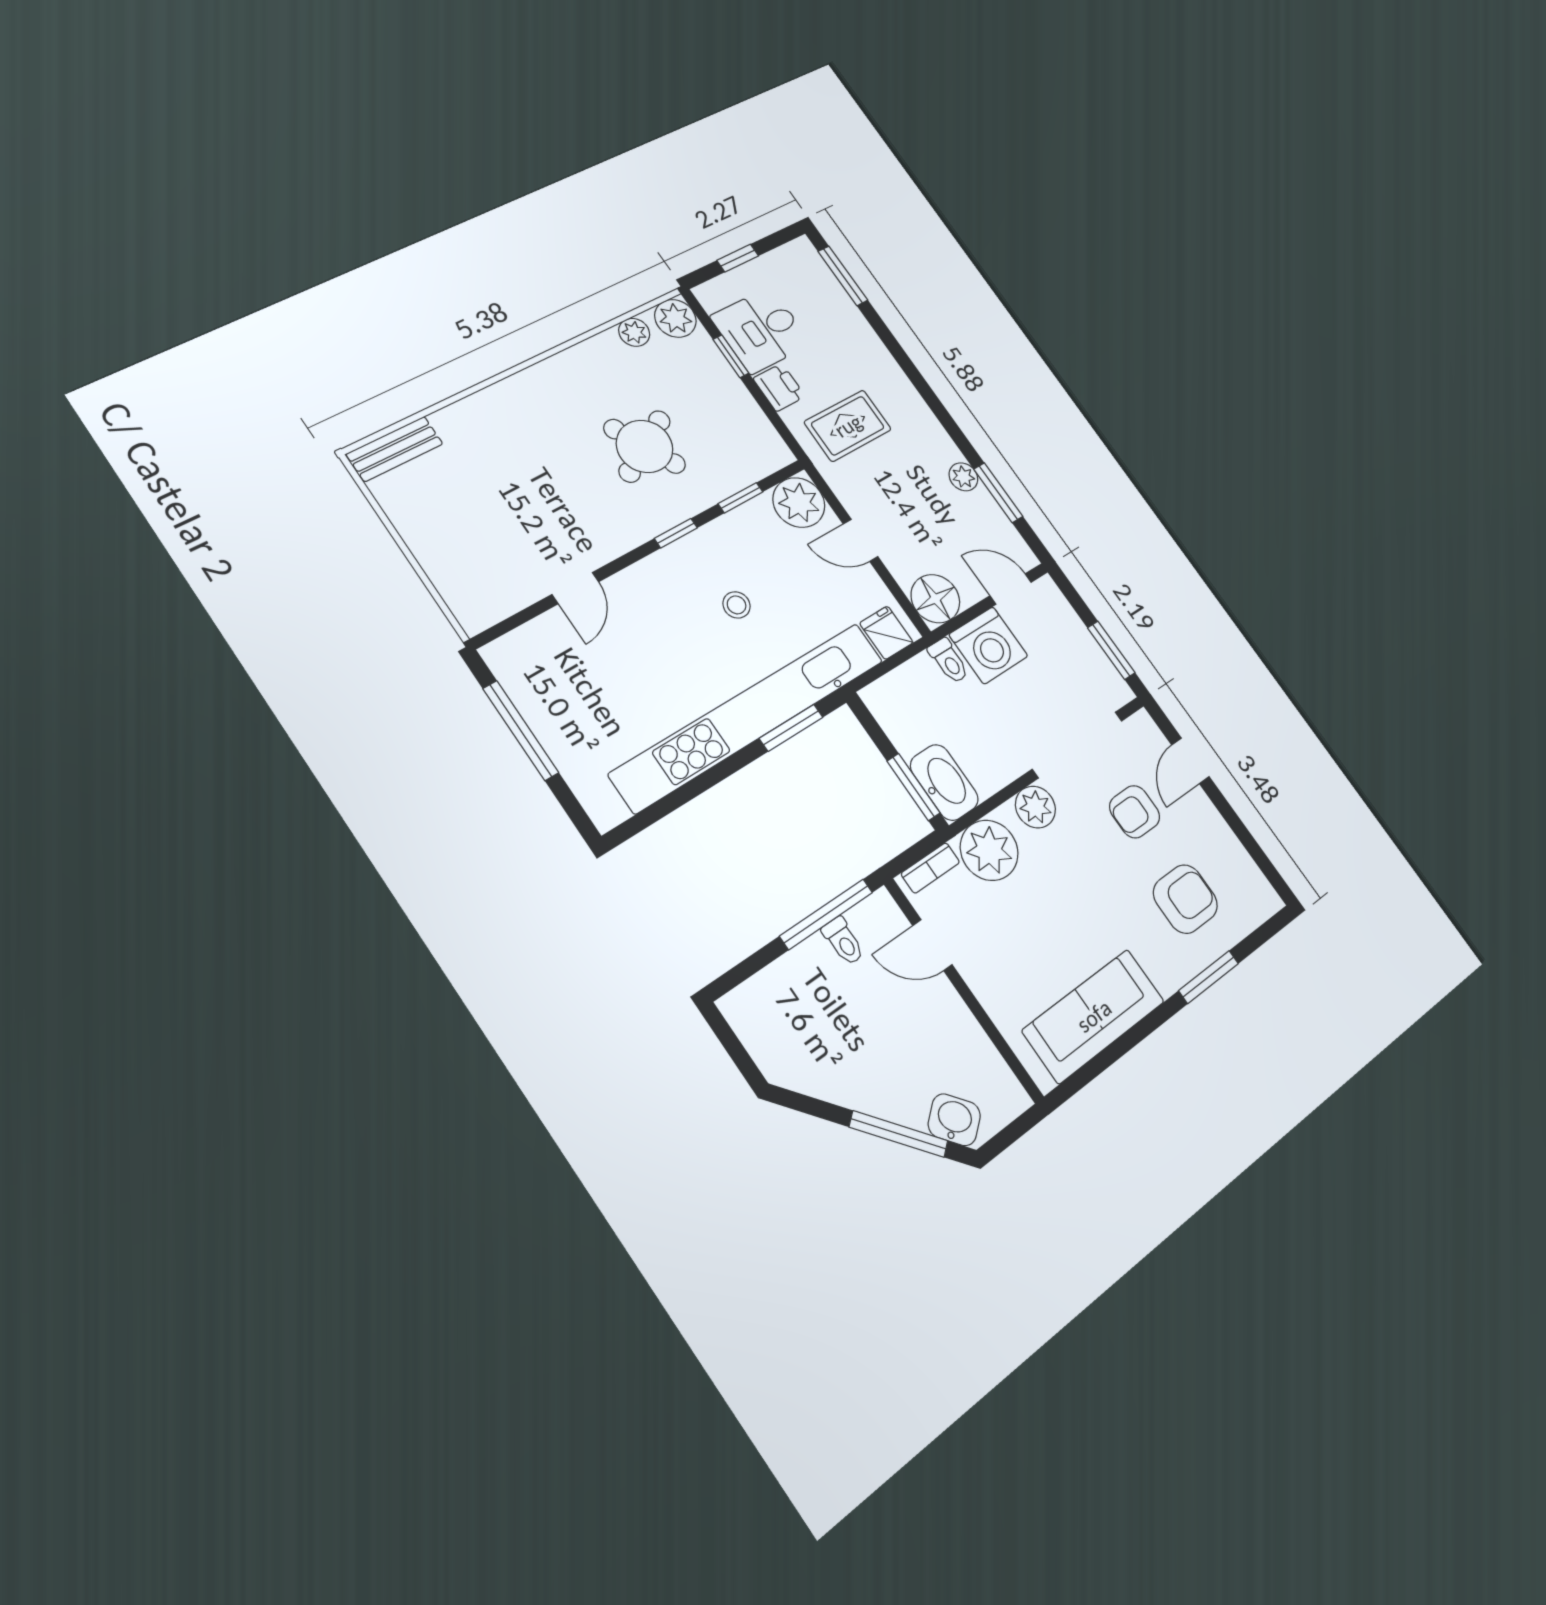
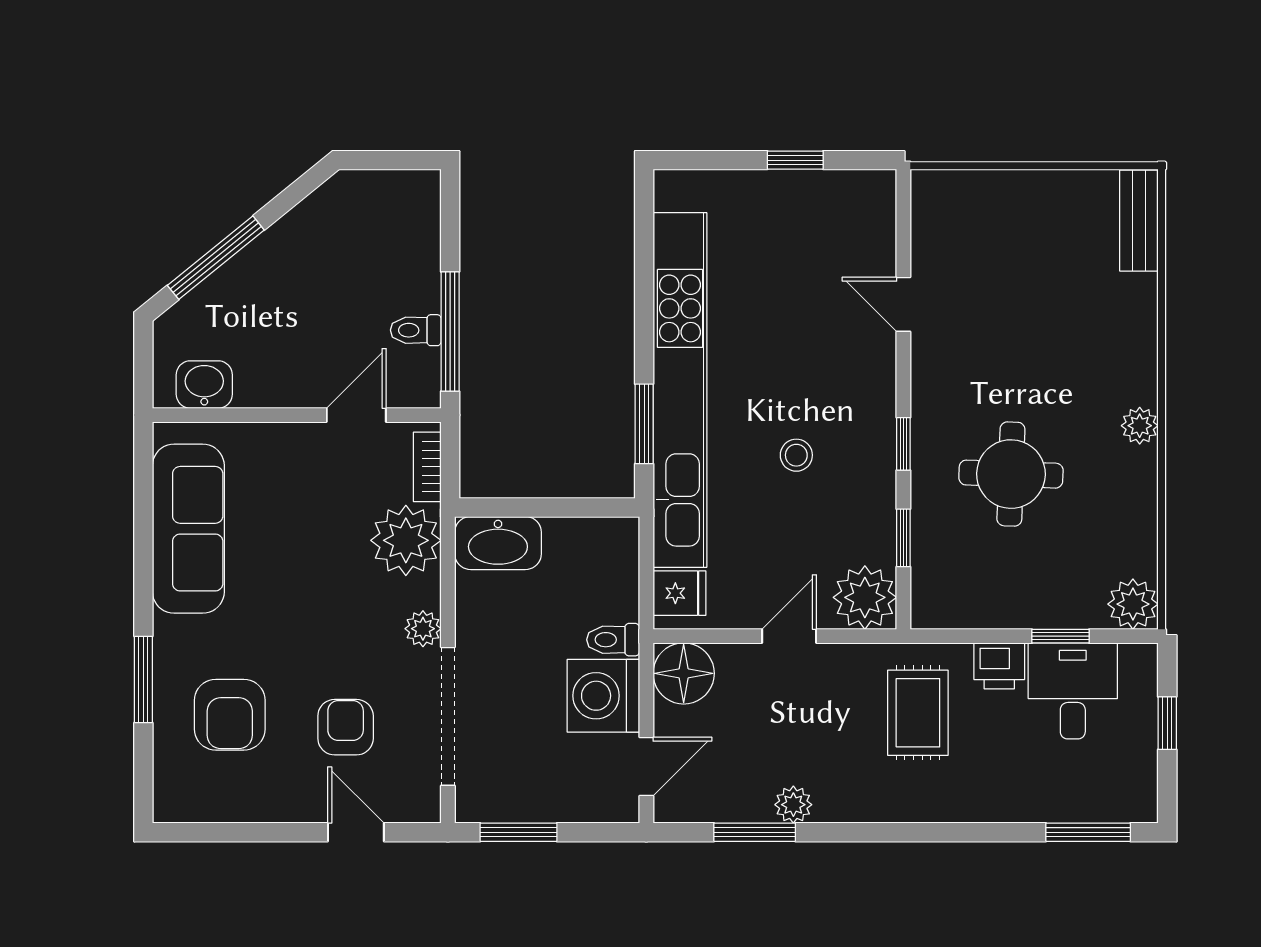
plant: (634, 332) -> (1140, 426), moved
round table: (645, 446) -> (1011, 474), turned 31
window: (521, 731) -> (795, 160), width x0.46
window: (914, 787) -> (513, 507), removed
plant: (1035, 807) -> (423, 629), width x0.73, depth x0.73
washbasin: (954, 1120) -> (204, 385), moved, turned -141

